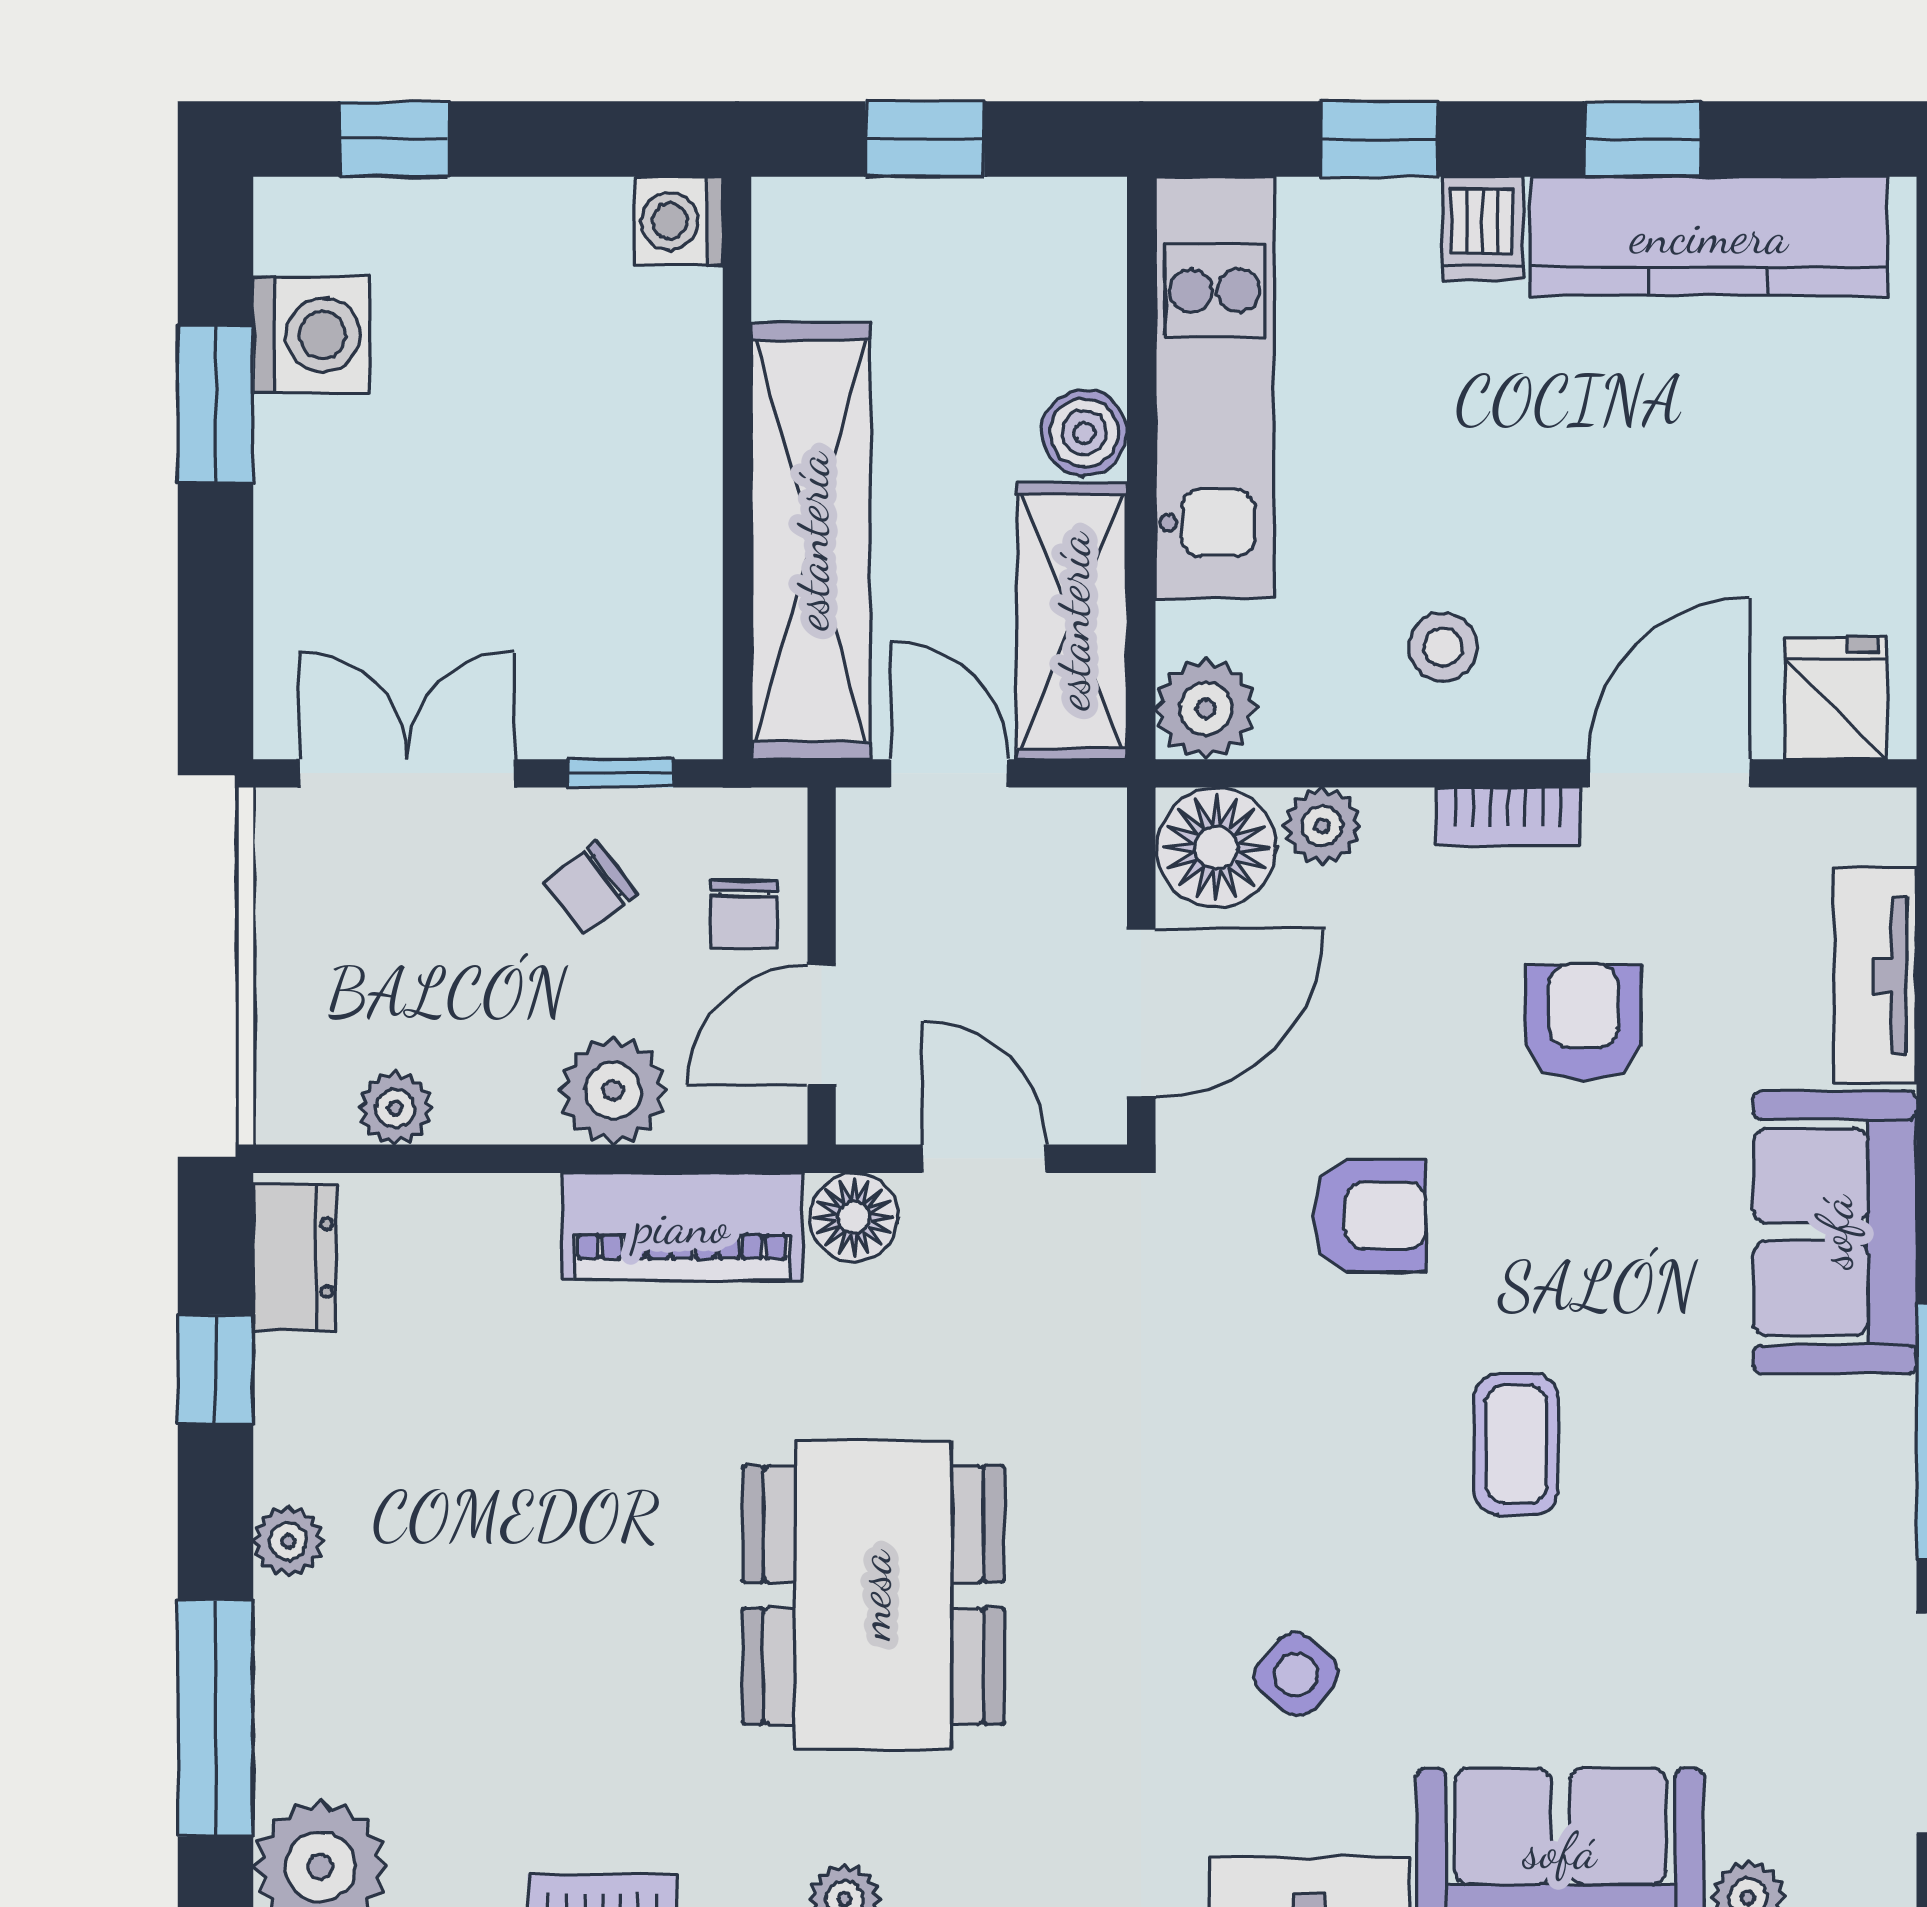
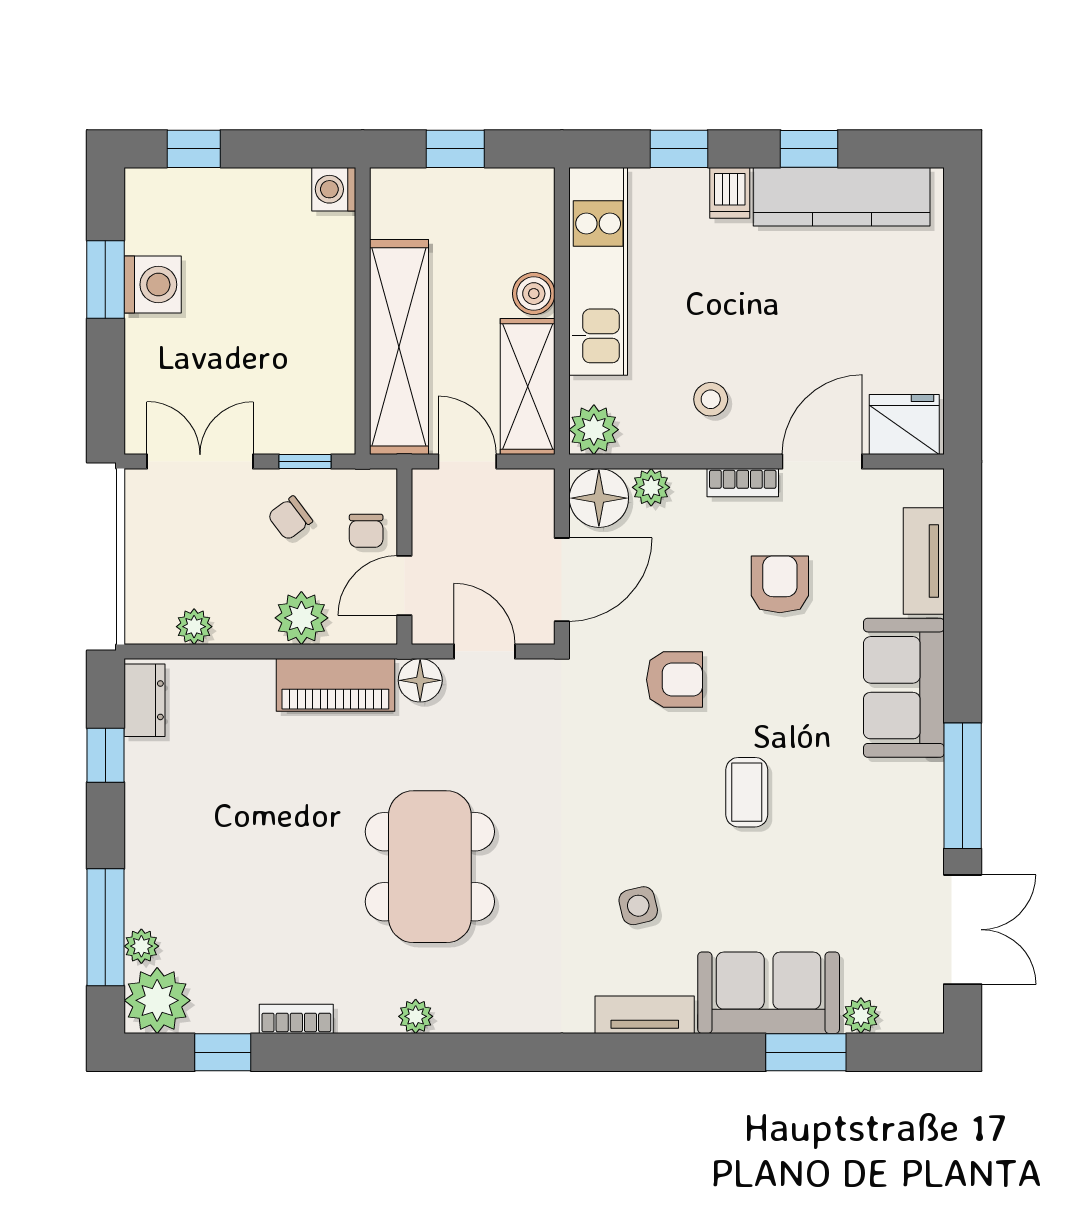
washing machine: (311, 335) -> (153, 285), moved
fridge: (1836, 698) -> (904, 425), width x1.38
plant: (288, 1541) -> (141, 946), moved
side table: (1296, 1674) -> (638, 906), turned 37

